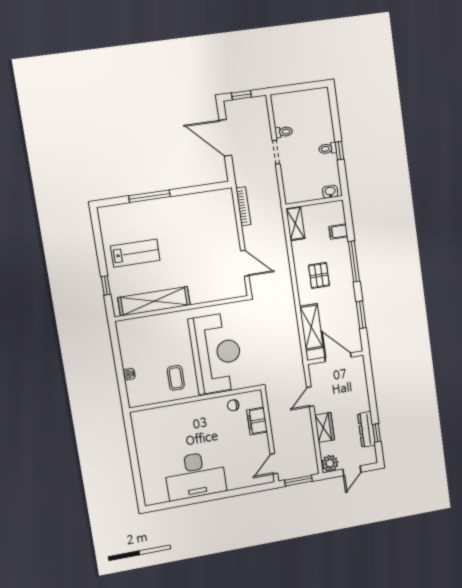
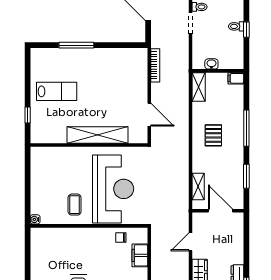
washbasin: (330, 192) -> (211, 64), moved
filing cabinet: (338, 232) -> (236, 78), moved
shelving: (154, 301) -> (98, 135), moved
shelving: (311, 327) -> (198, 187), width x0.67, depth x0.75
water cooler: (129, 374) -> (35, 219), moved

